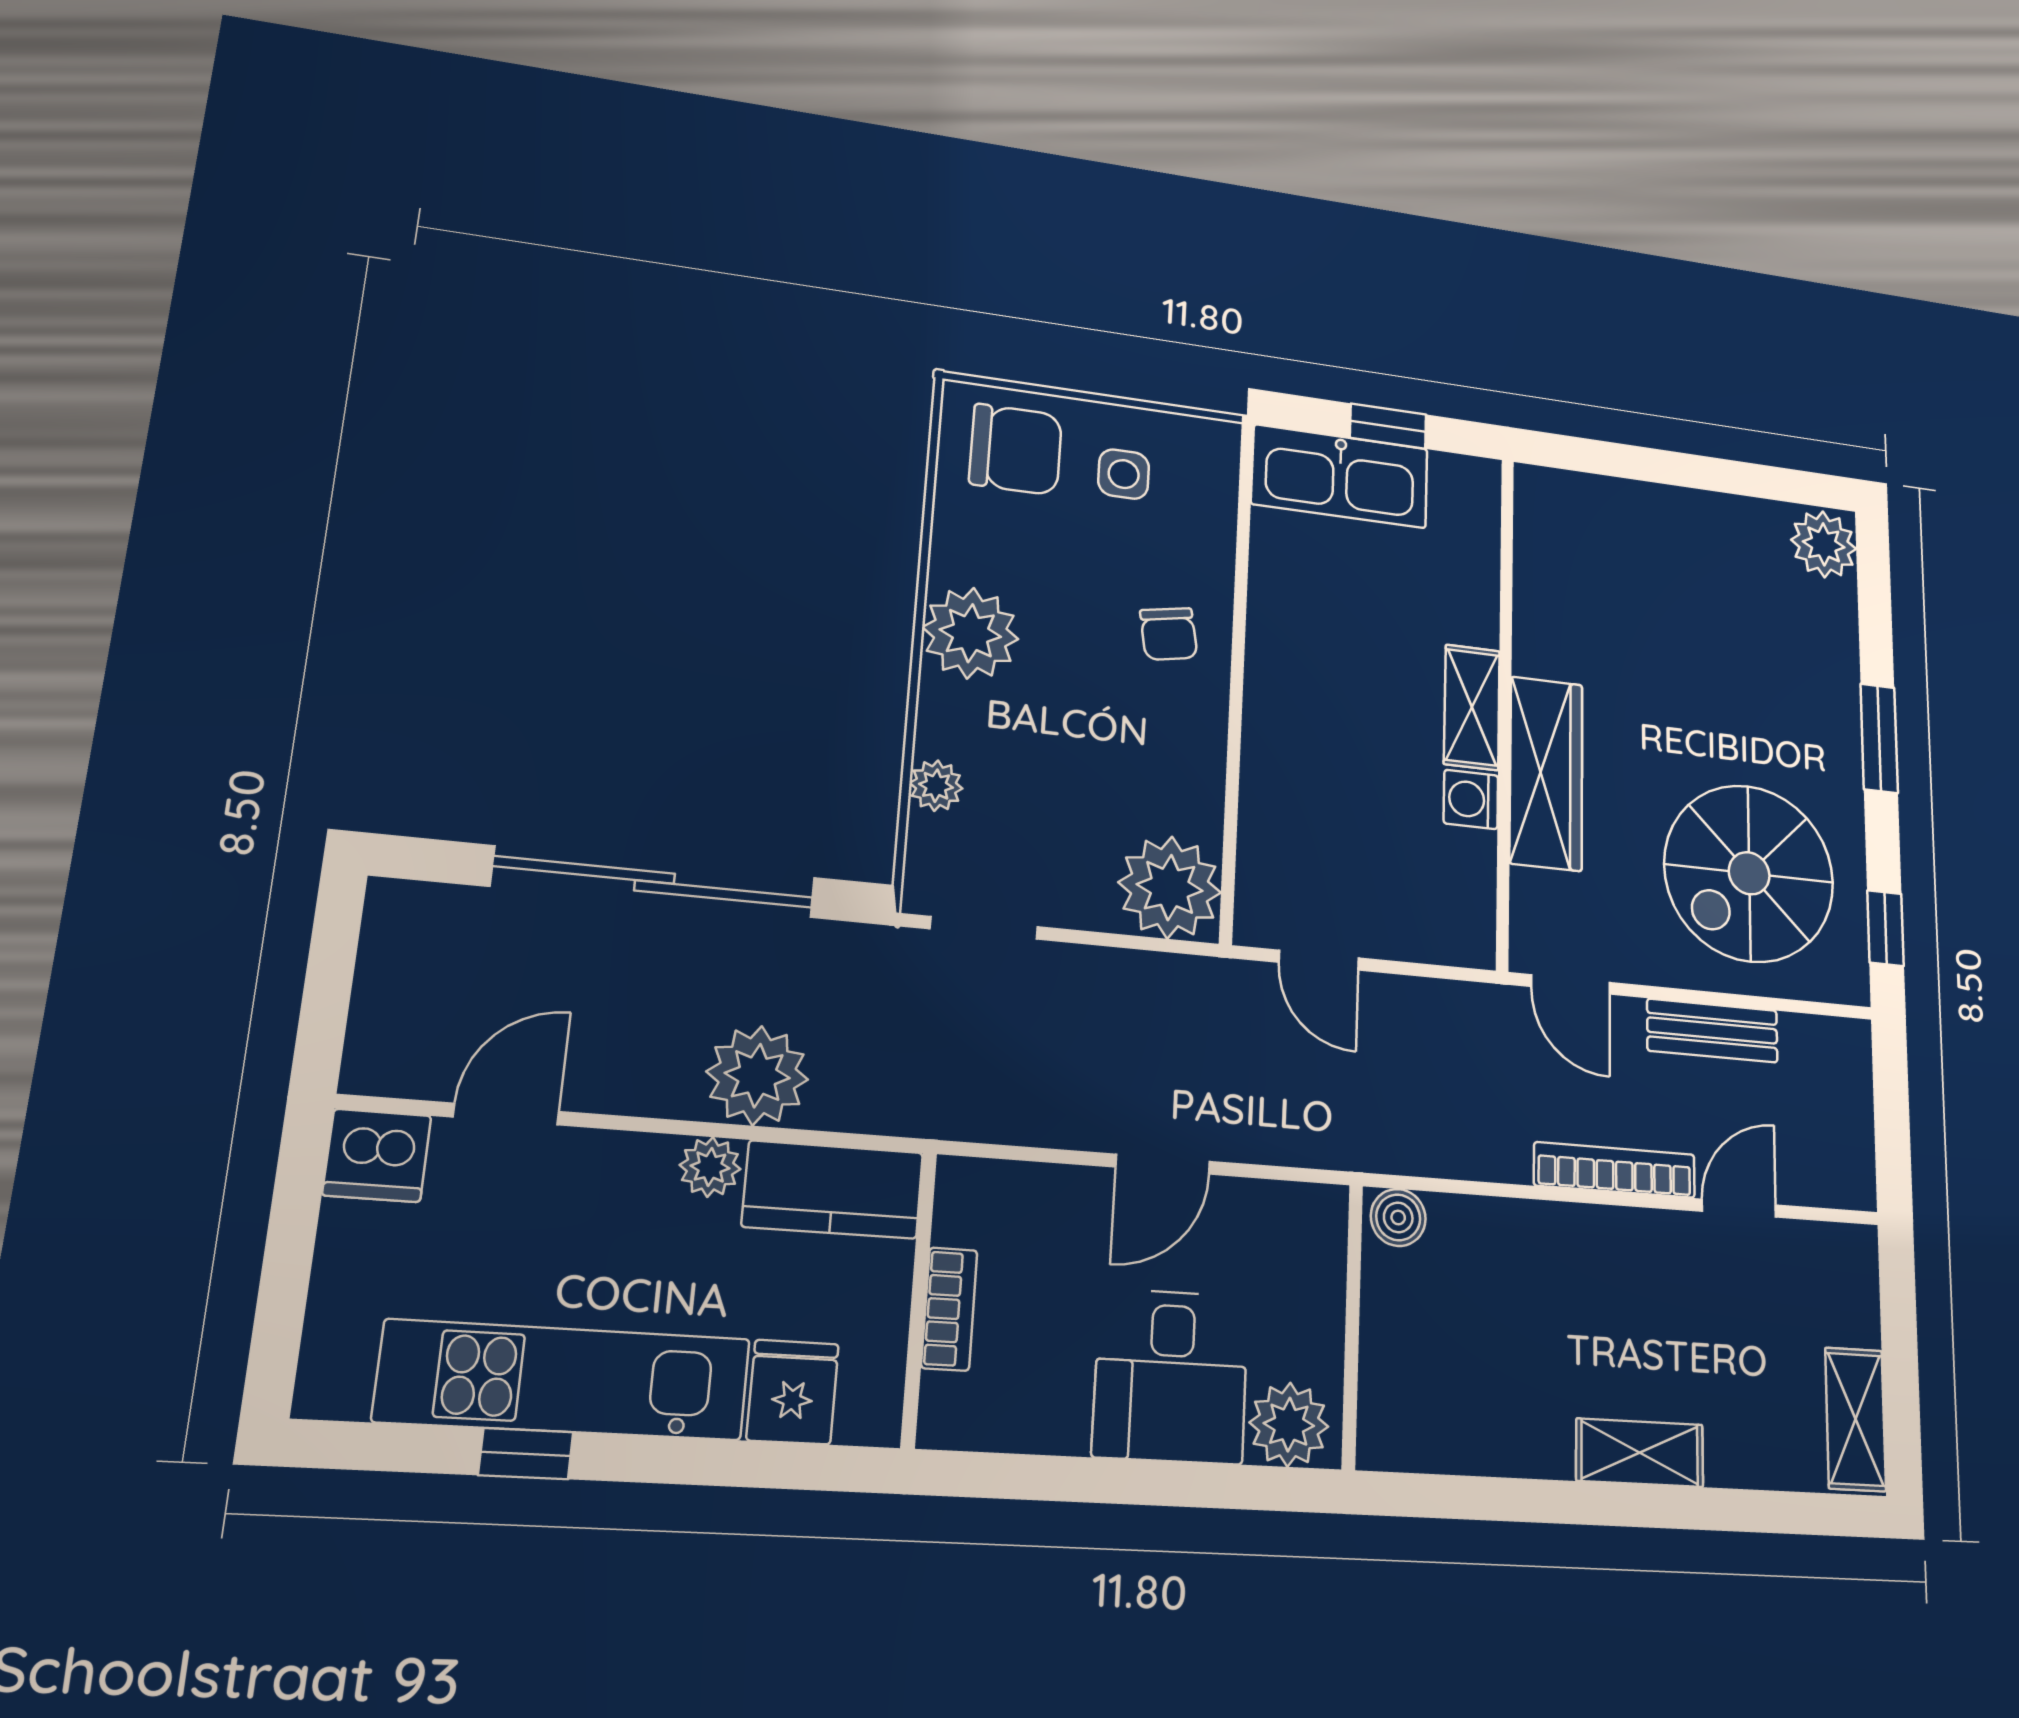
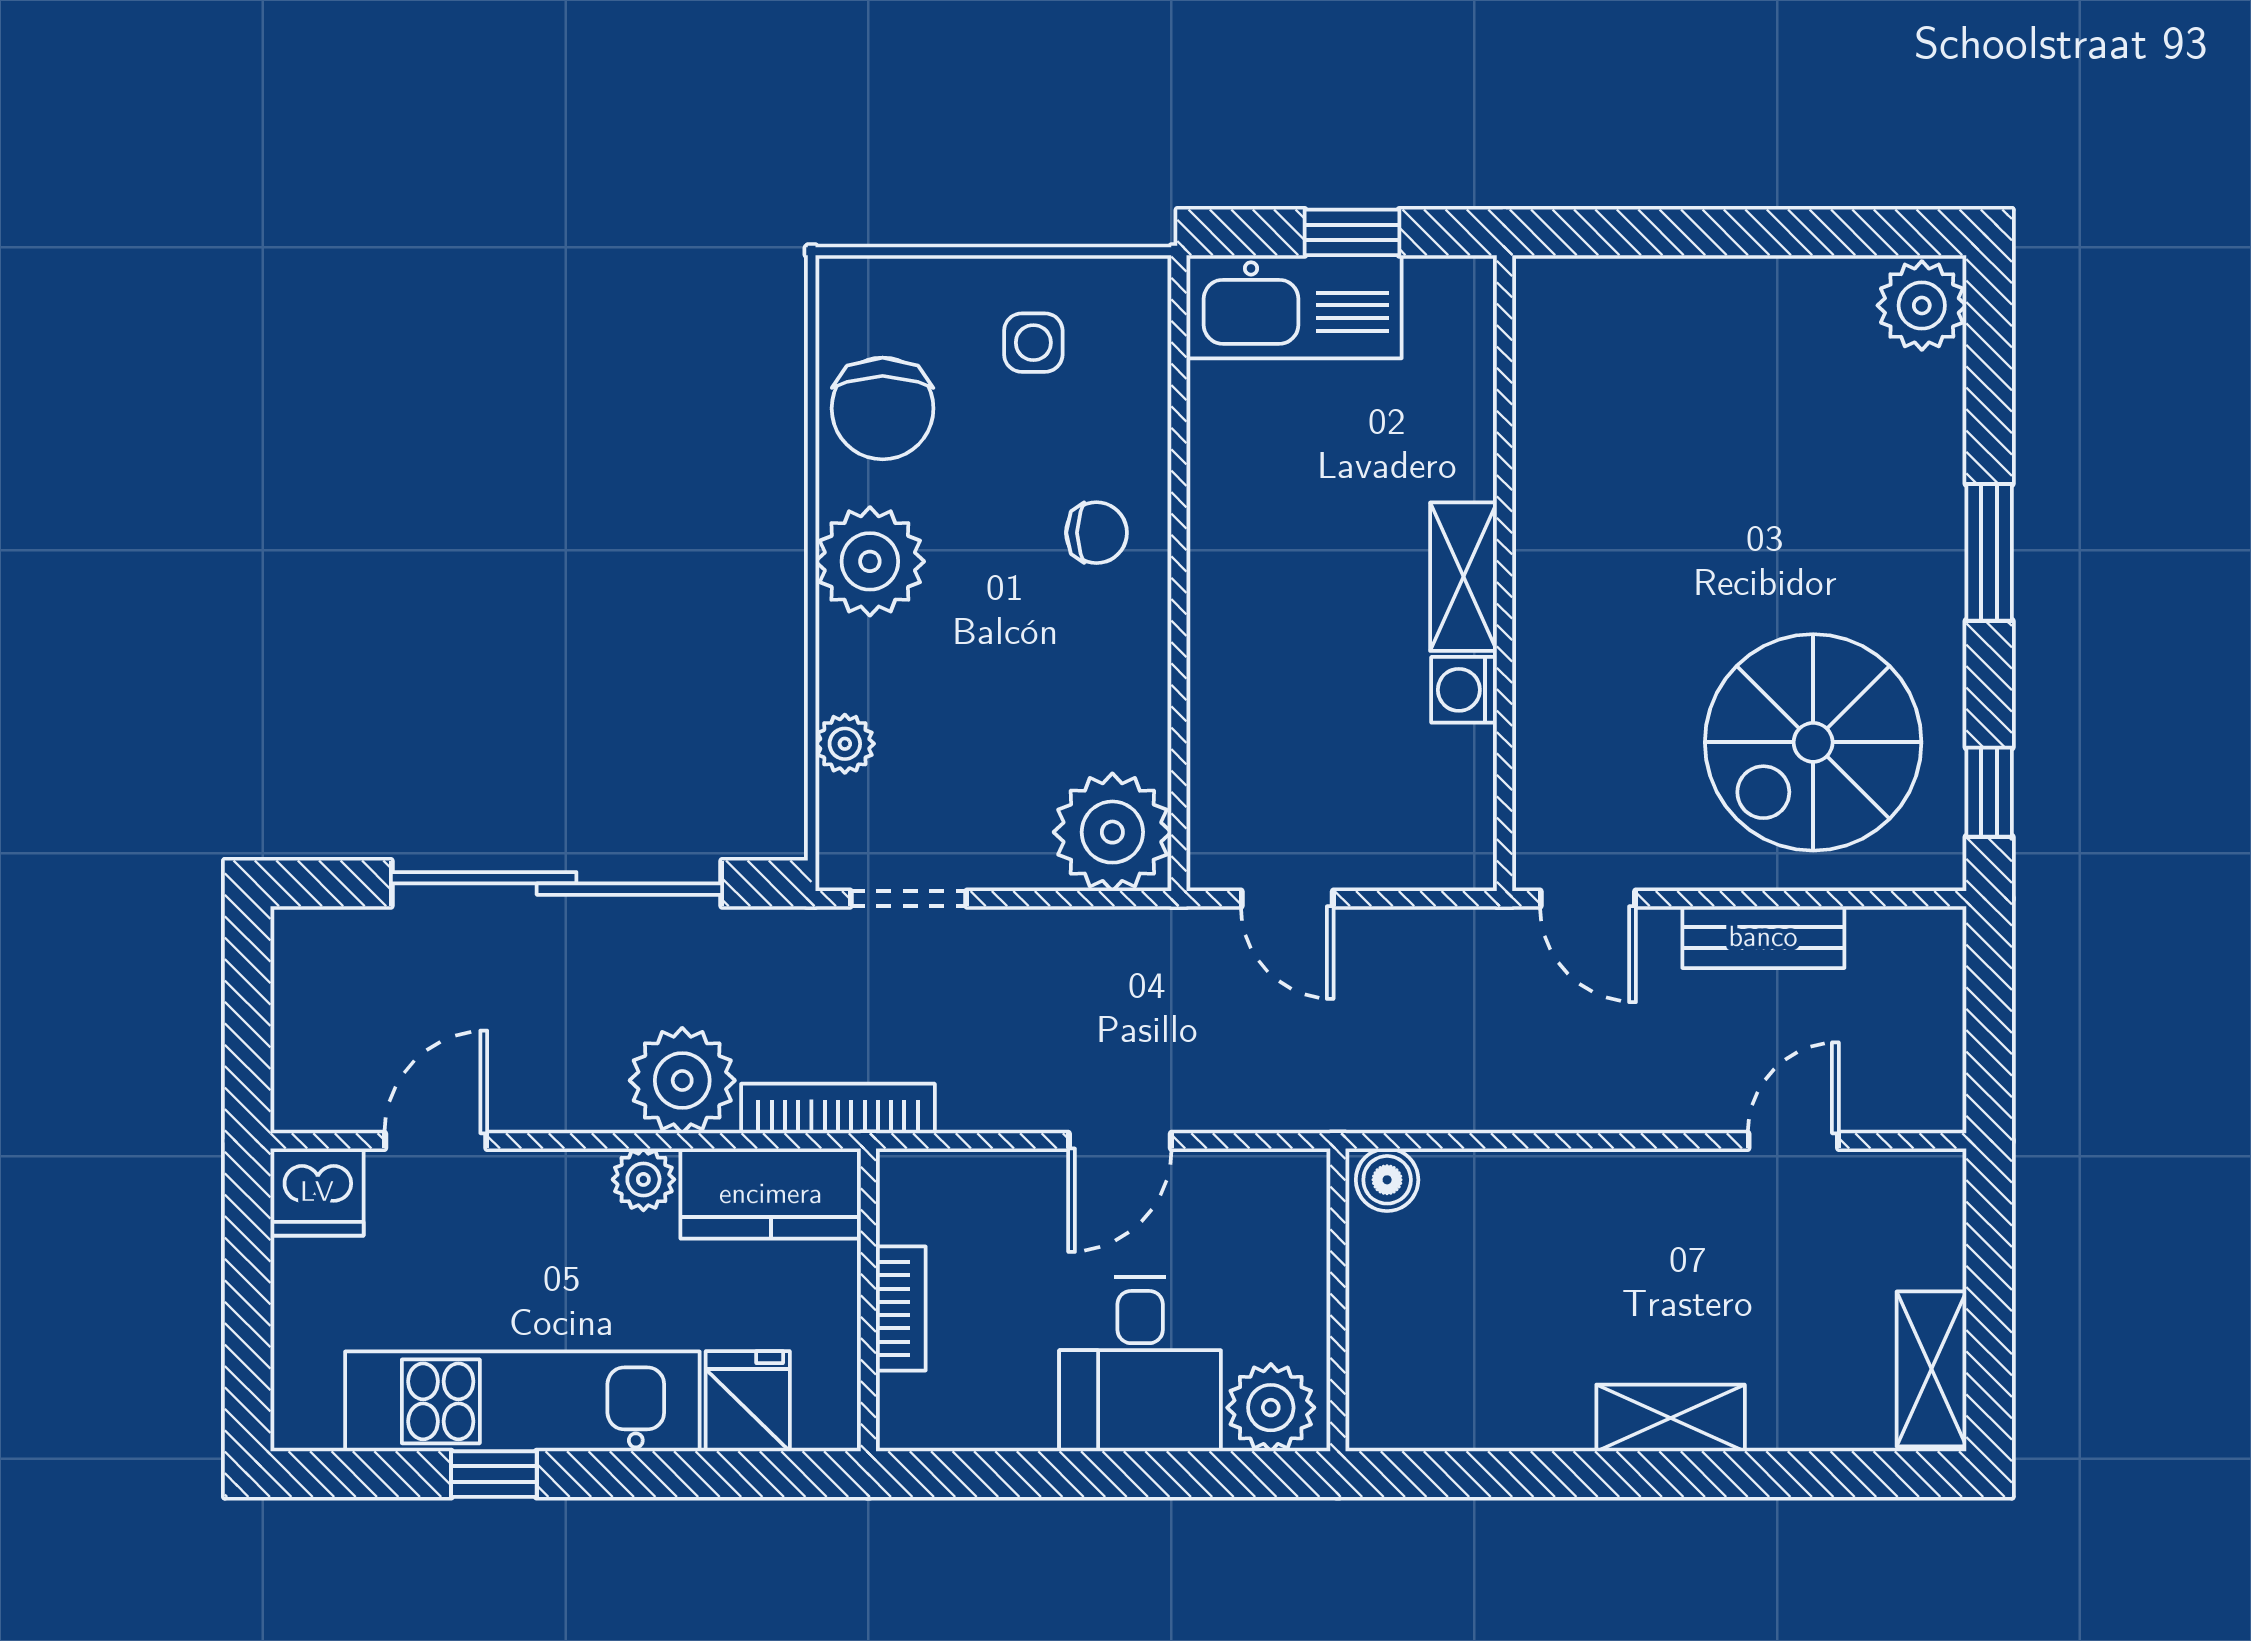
chair: (1016, 450) -> (883, 408), moved, turned 90
chair: (1169, 634) -> (1096, 533), turned -80
wardrobe: (1546, 773) -> (1557, 647), removed
bookcase: (1615, 1170) -> (838, 1109), moved

